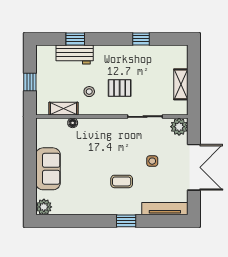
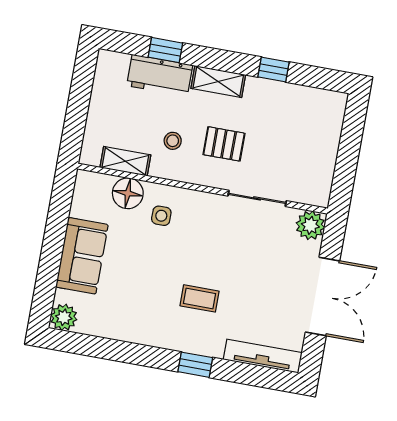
window: (30, 82) -> (78, 107), removed
shelving: (181, 84) -> (218, 82), moved, turned 90
floor lamp: (73, 123) -> (128, 193), width x1.89, depth x1.89
side table: (152, 161) -> (161, 216), moved

